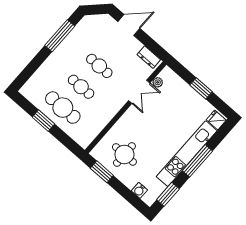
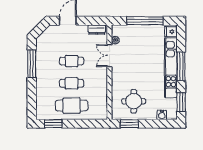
window: (201, 88) -> (145, 21), width x2.11
double door: (139, 92) -> (109, 56), swing flipped
window: (43, 121) -> (53, 124), moved

